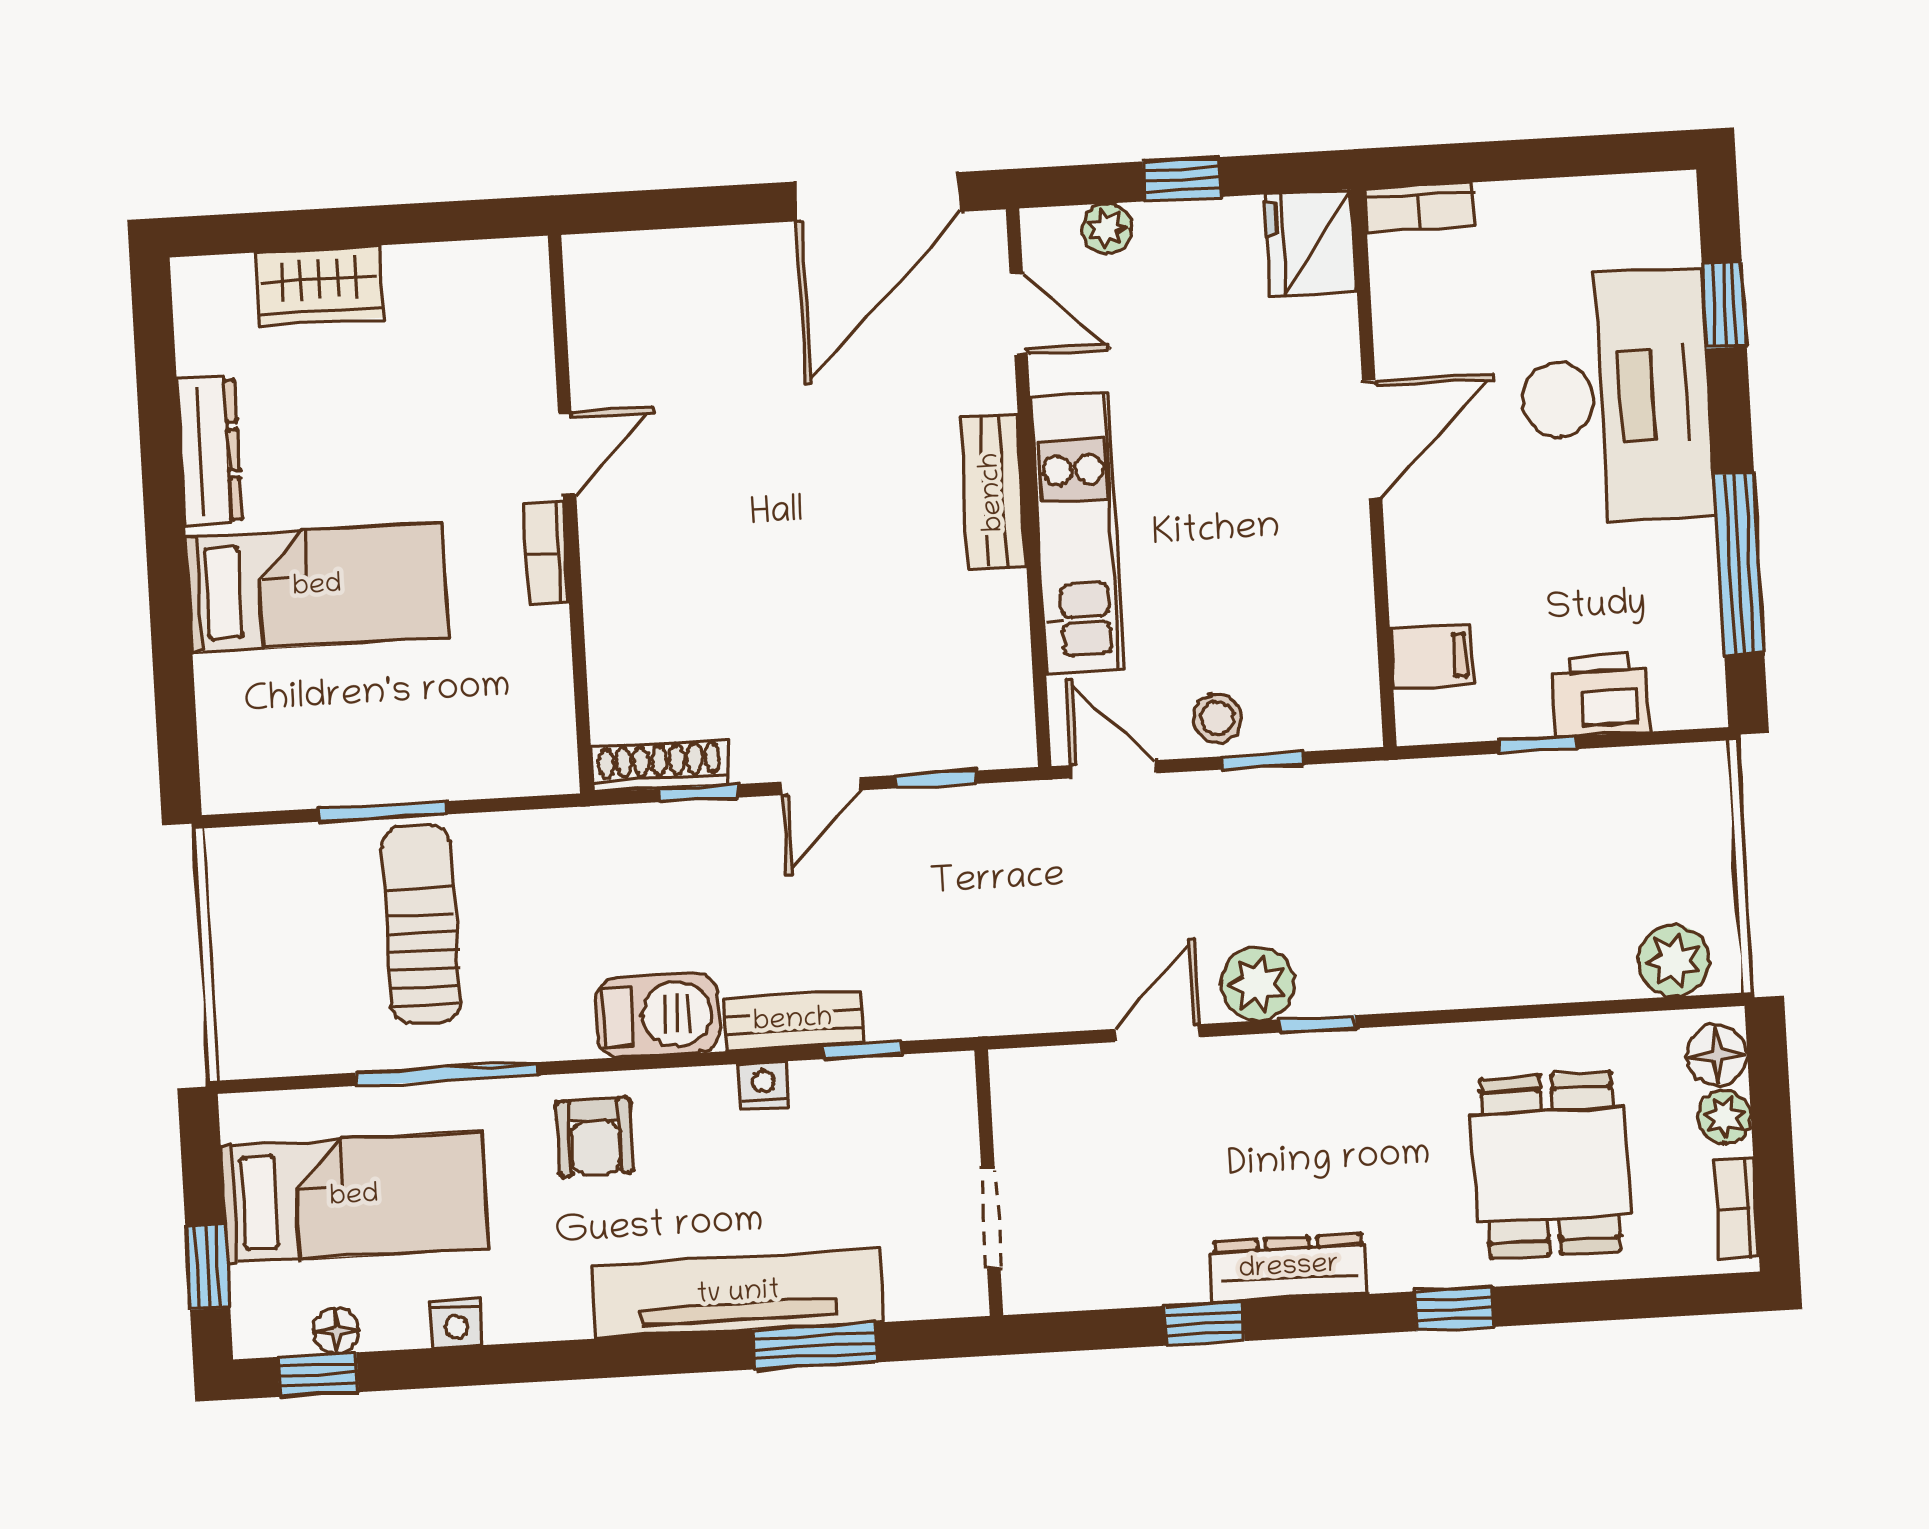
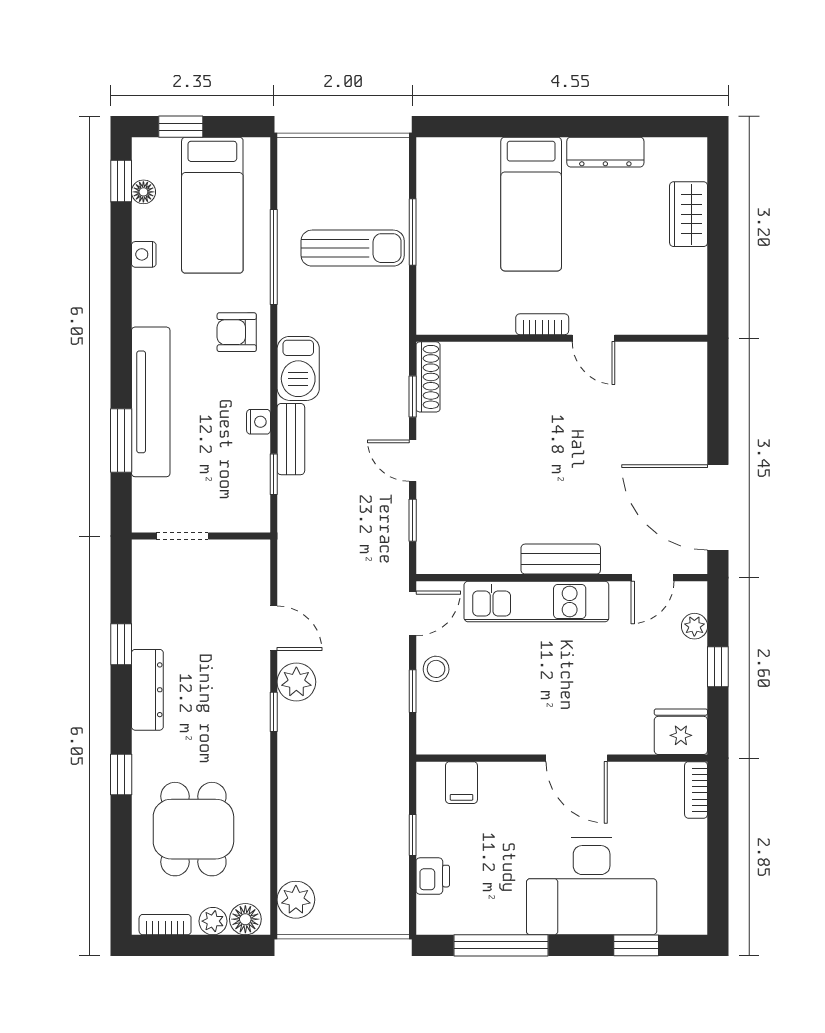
printer: (1601, 695) -> (433, 876), width x0.73, depth x0.81
dining table: (1550, 1165) -> (193, 829), turned 90

